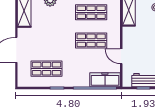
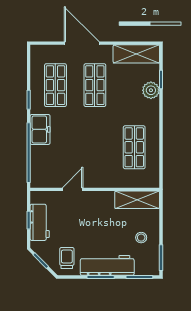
shop shelf: (91, 40) -> (95, 85), moved
freezer: (105, 80) -> (40, 129), moved, width x0.71

